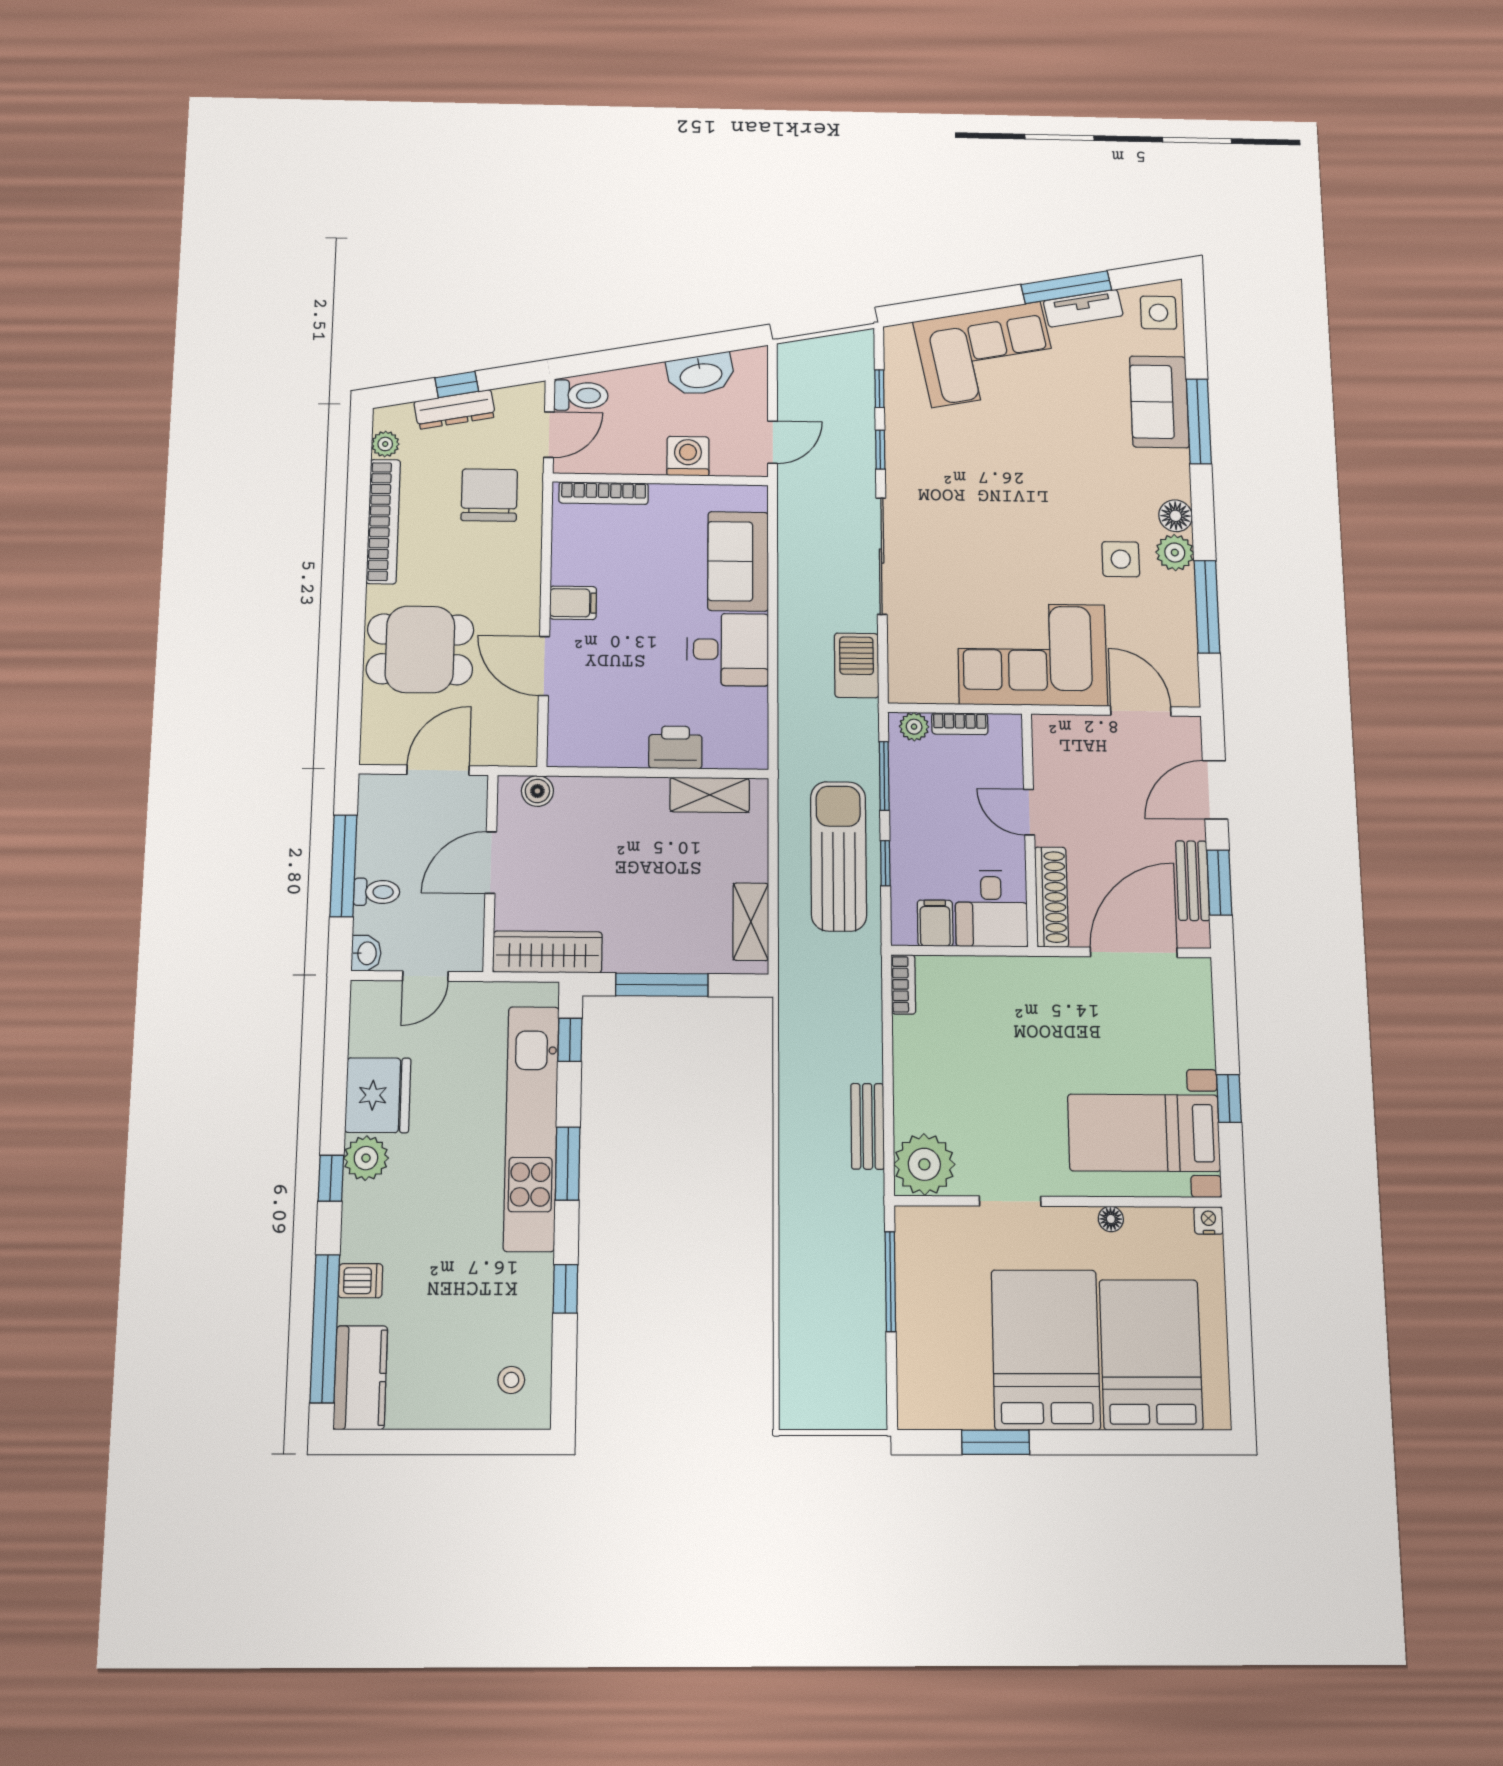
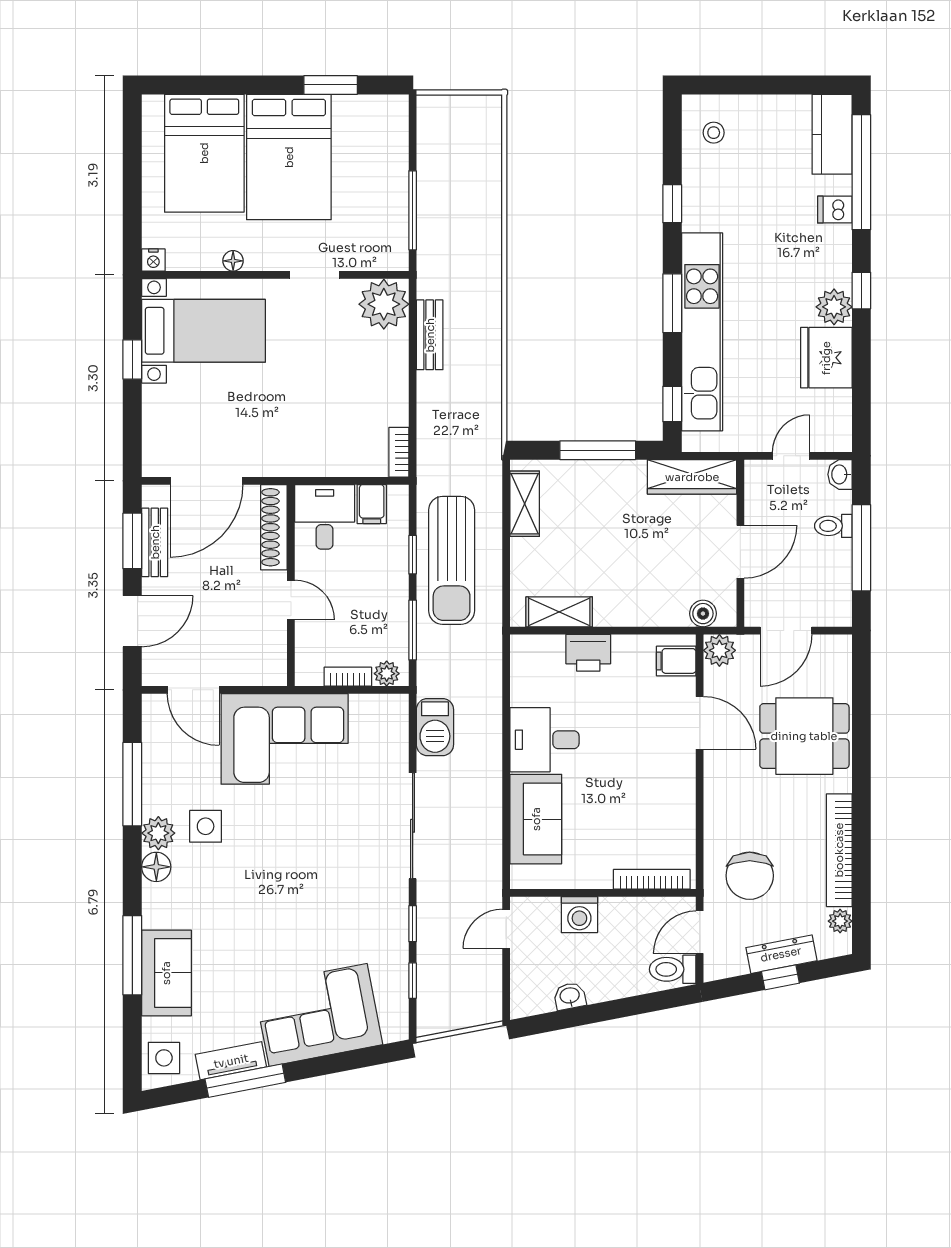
washbasin: (701, 375) -> (570, 996), width x0.52, depth x0.69
filing cabinet: (573, 603) -> (676, 661), moved
plant: (519, 748) -> (719, 650), added

